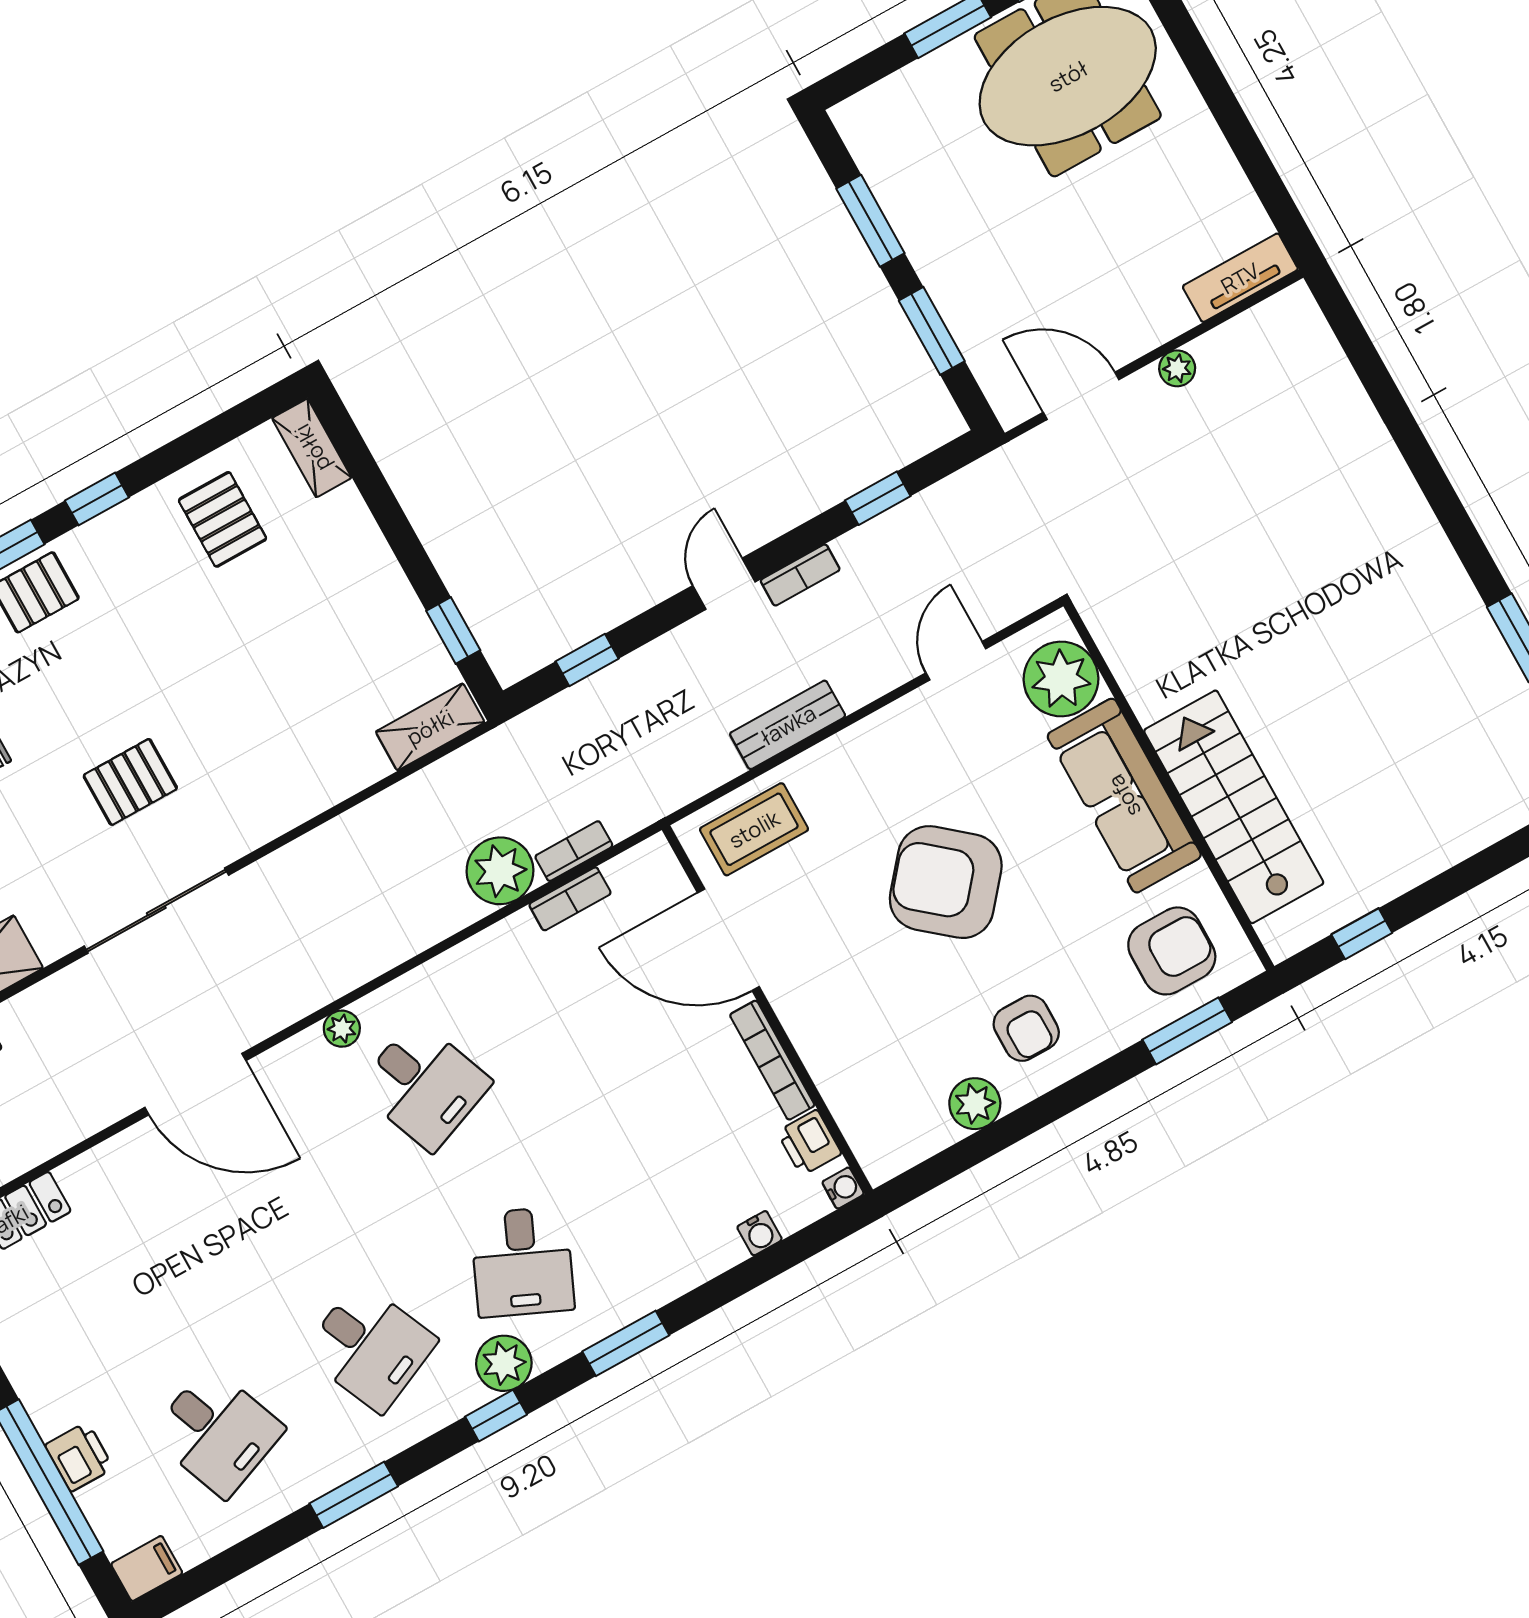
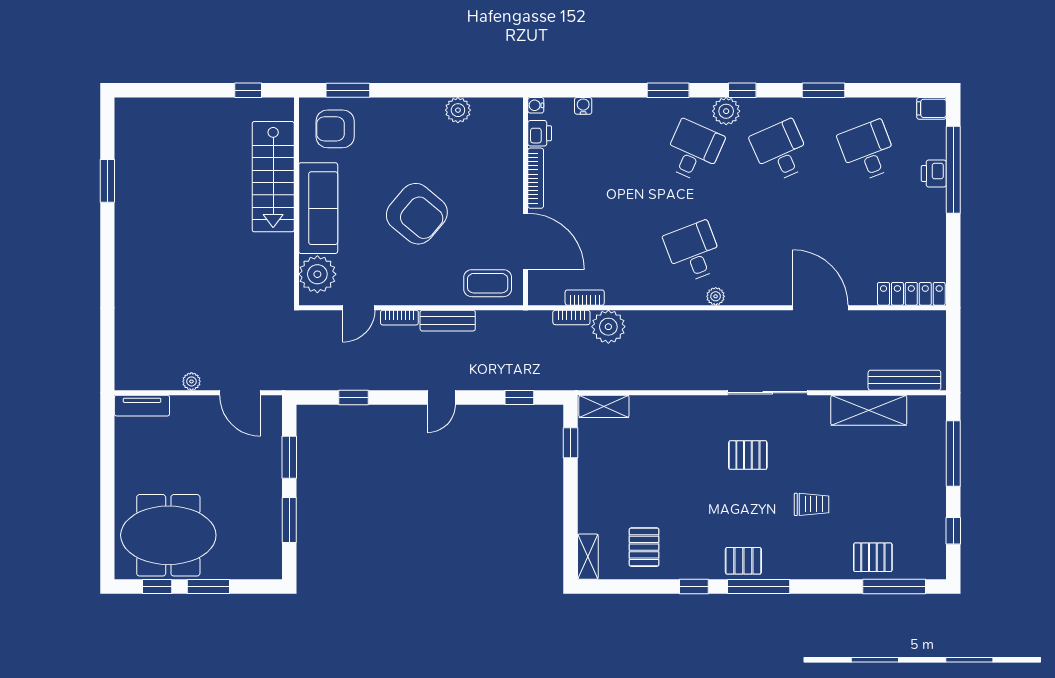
bookcase: (800, 575) -> (399, 318), moved, turned 180
armchair: (1026, 1028) -> (417, 130), removed
door: (195, 1084) -> (820, 308), moved

